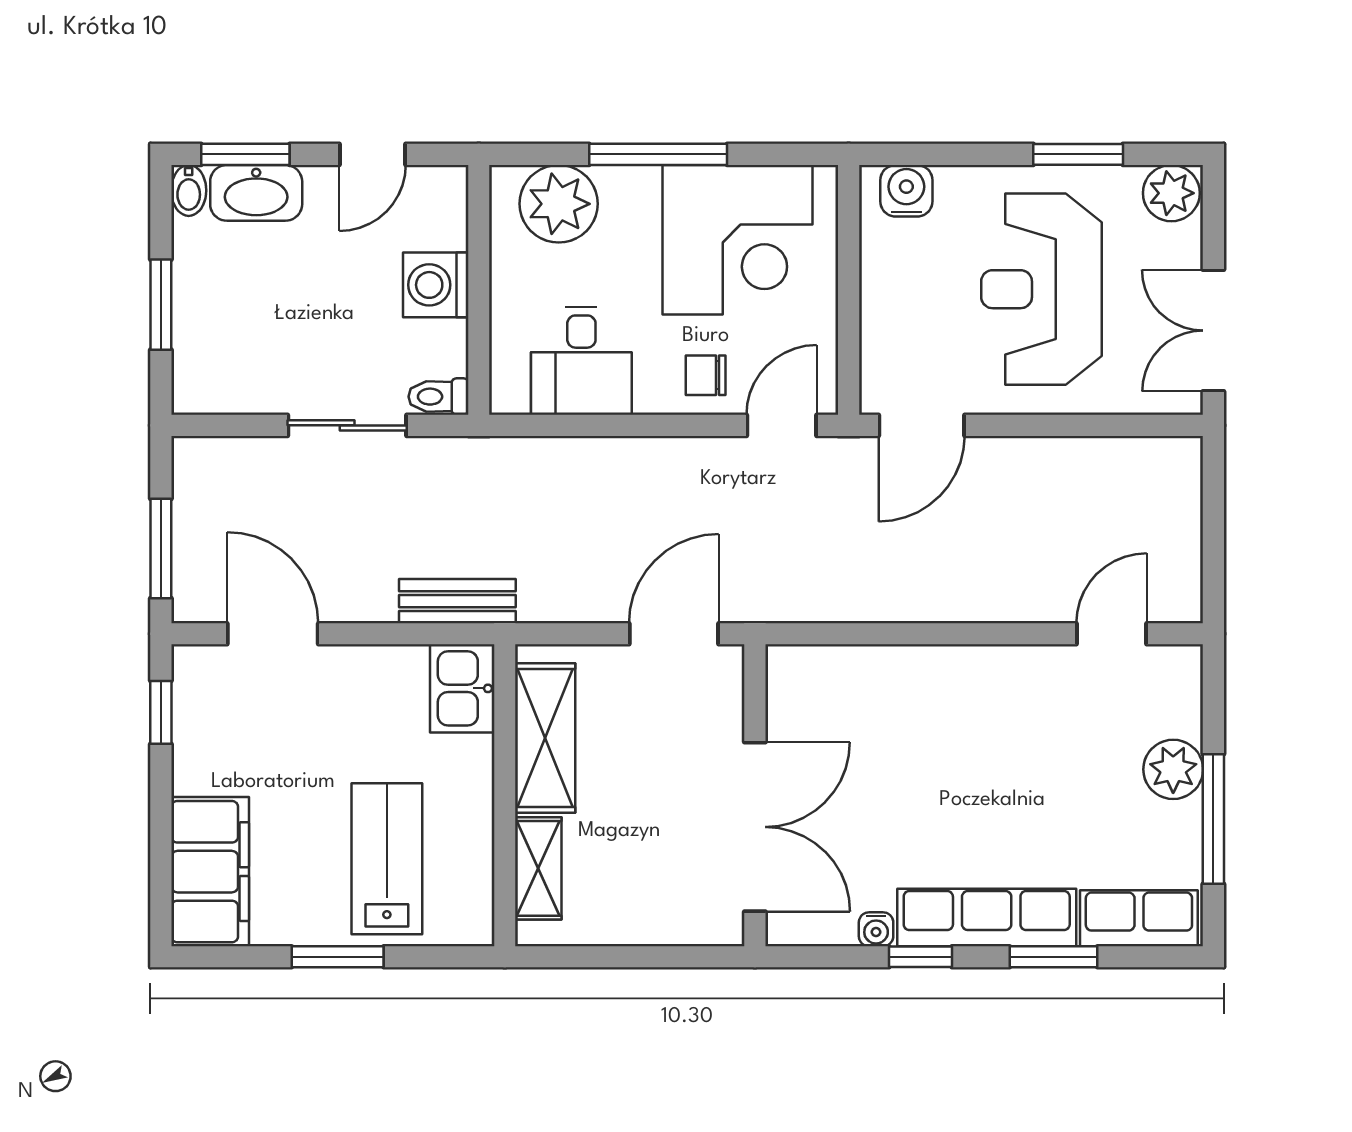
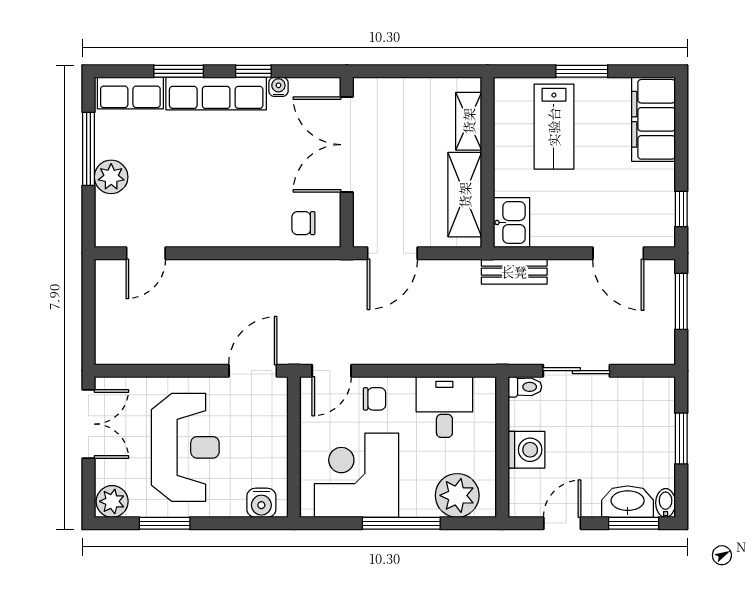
chair: (832, 687) -> (303, 223), added

